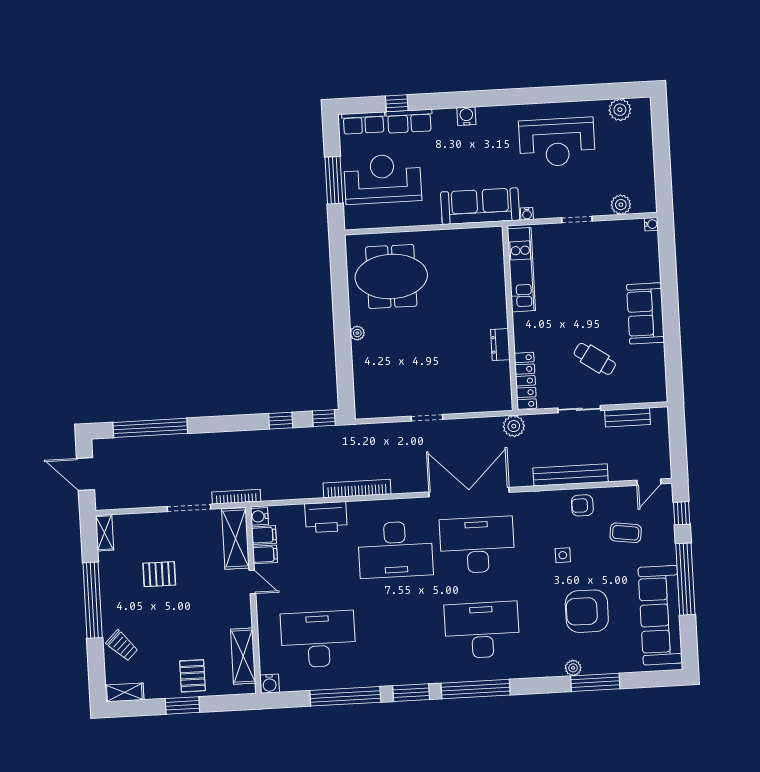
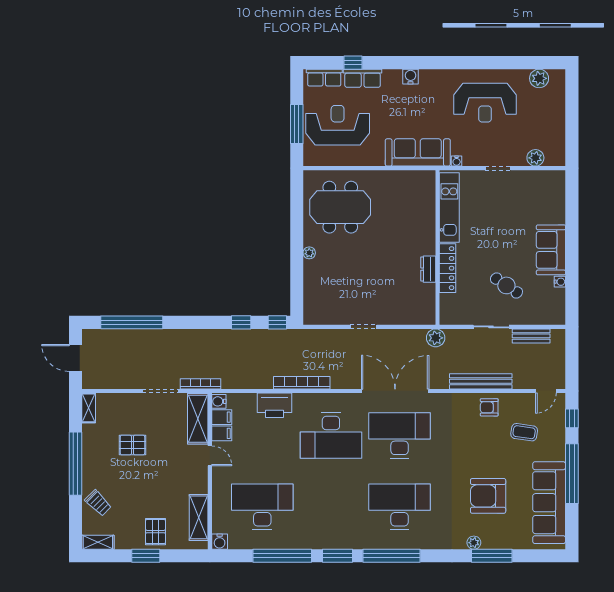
water cooler: (651, 224) -> (560, 282), moved
locker: (525, 381) -> (448, 268), moved
side table: (563, 555) -> (471, 448), removed

